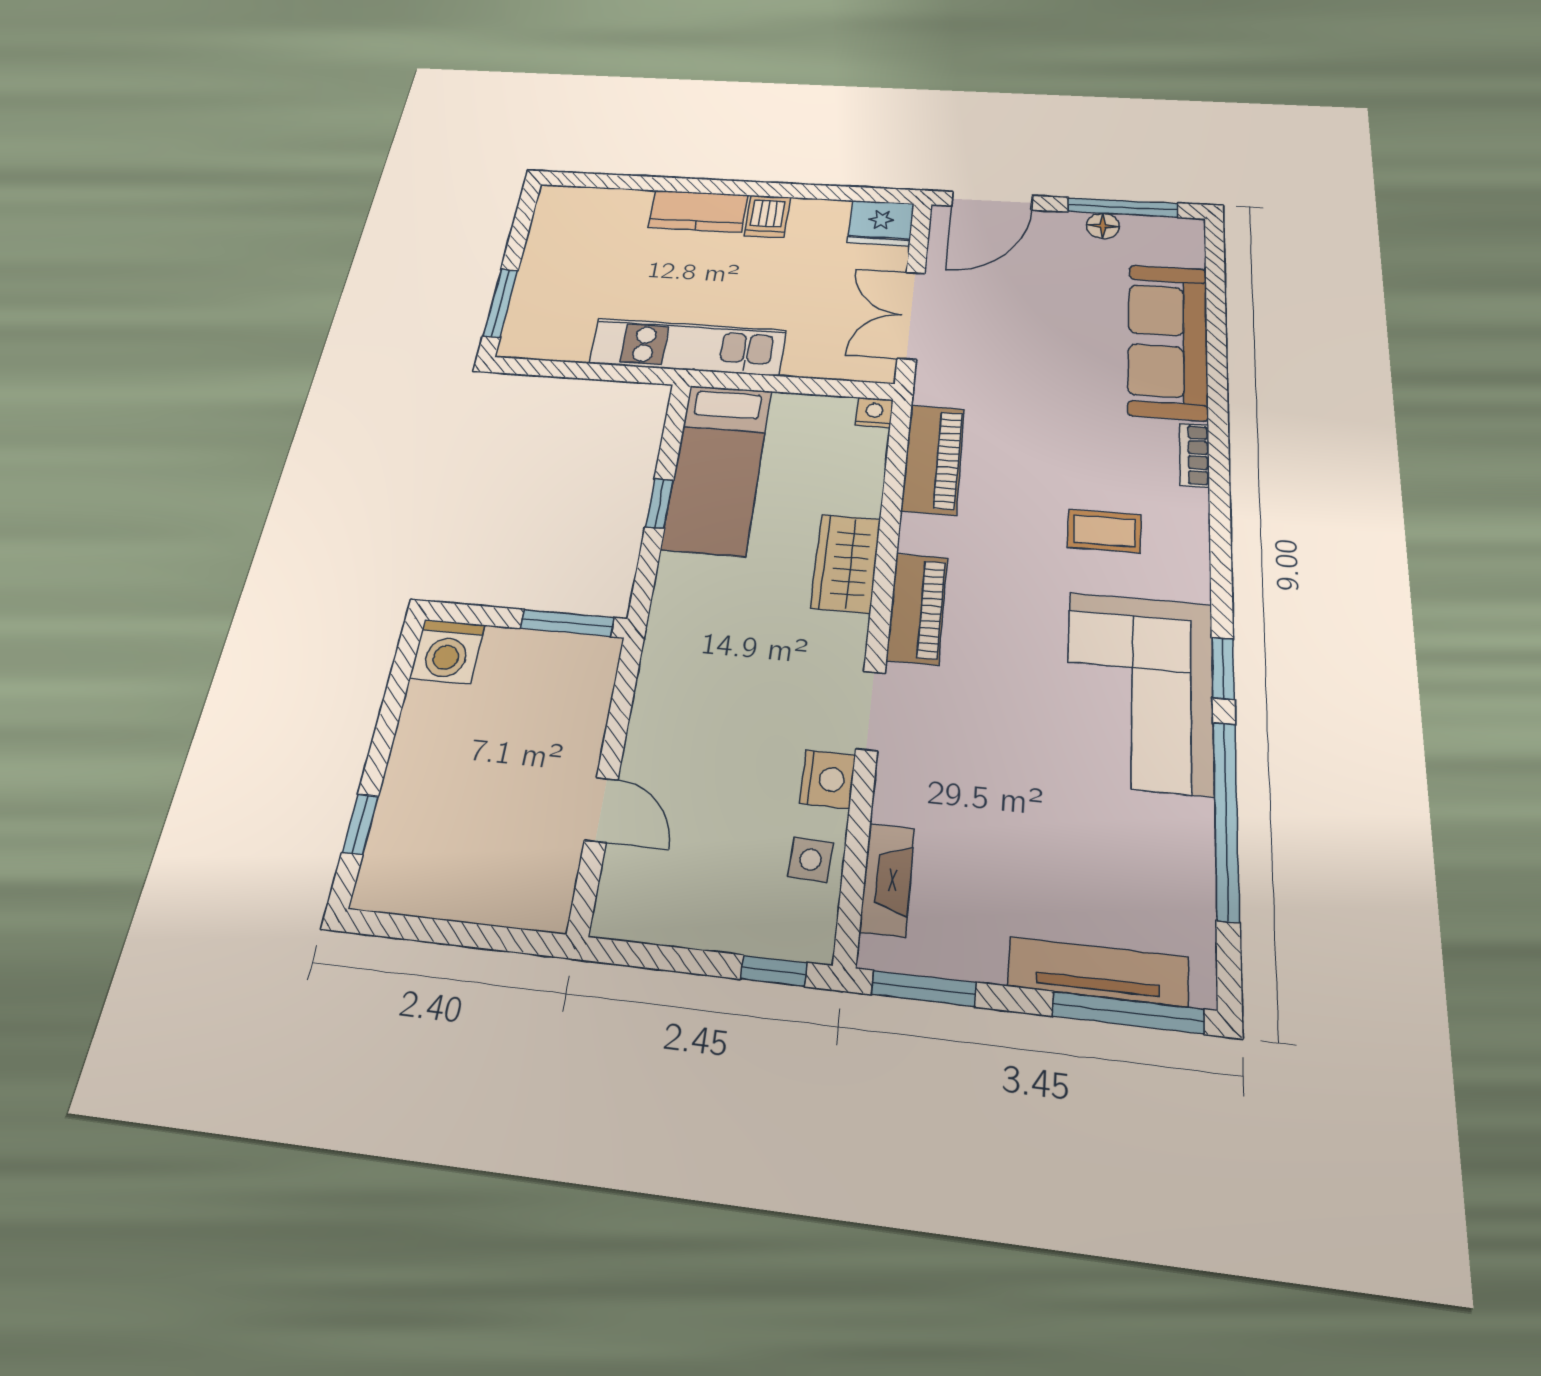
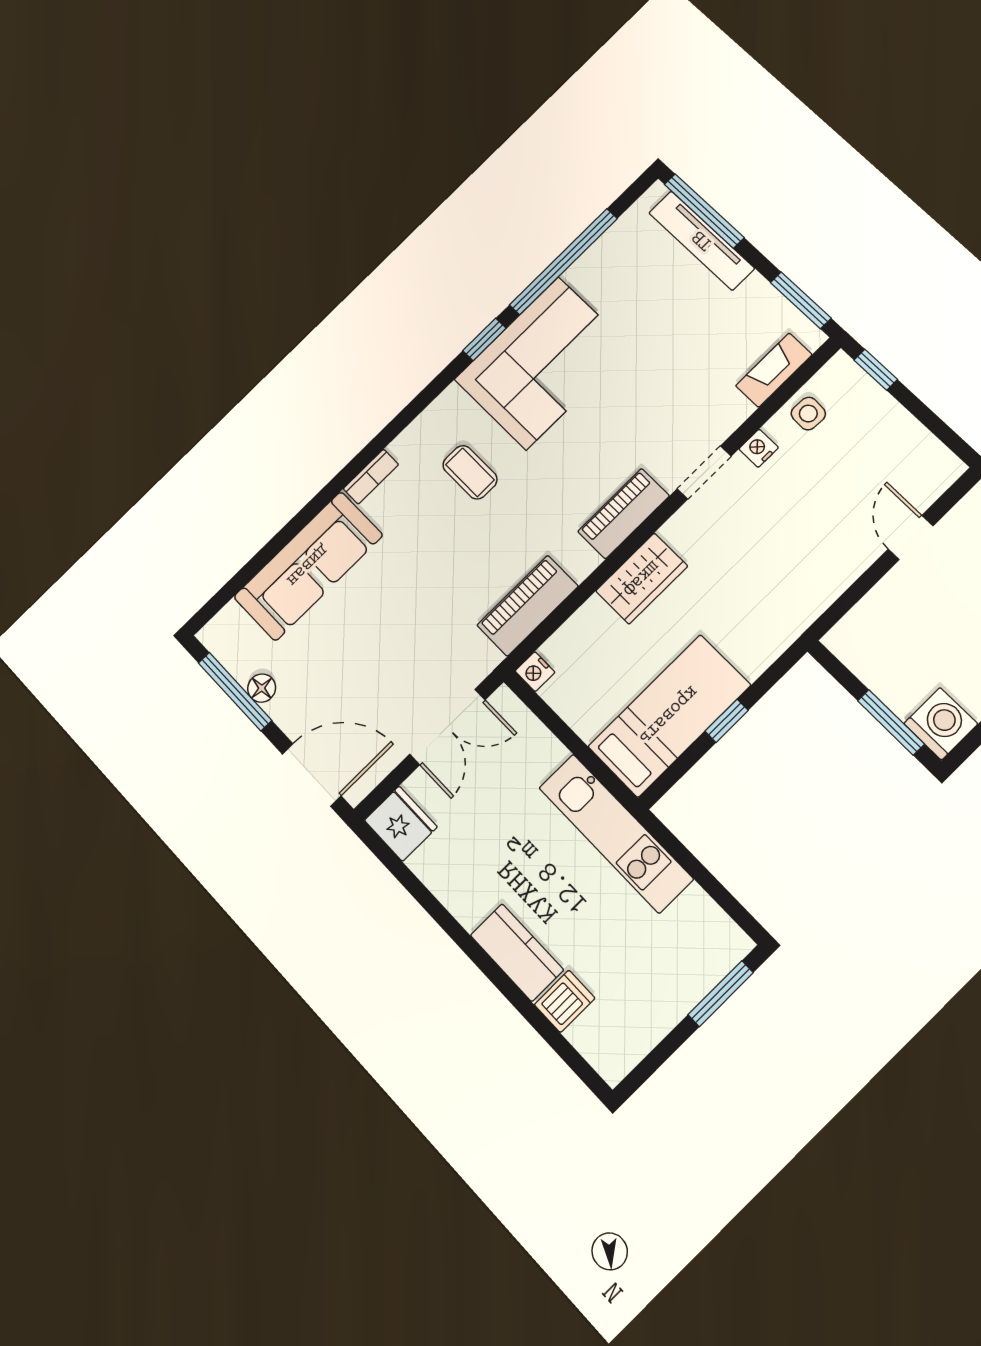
dishwasher: (767, 216) -> (565, 1001), moved
window: (567, 623) -> (891, 722), moved
nightstand: (828, 779) -> (759, 448), width x0.72, depth x0.74

